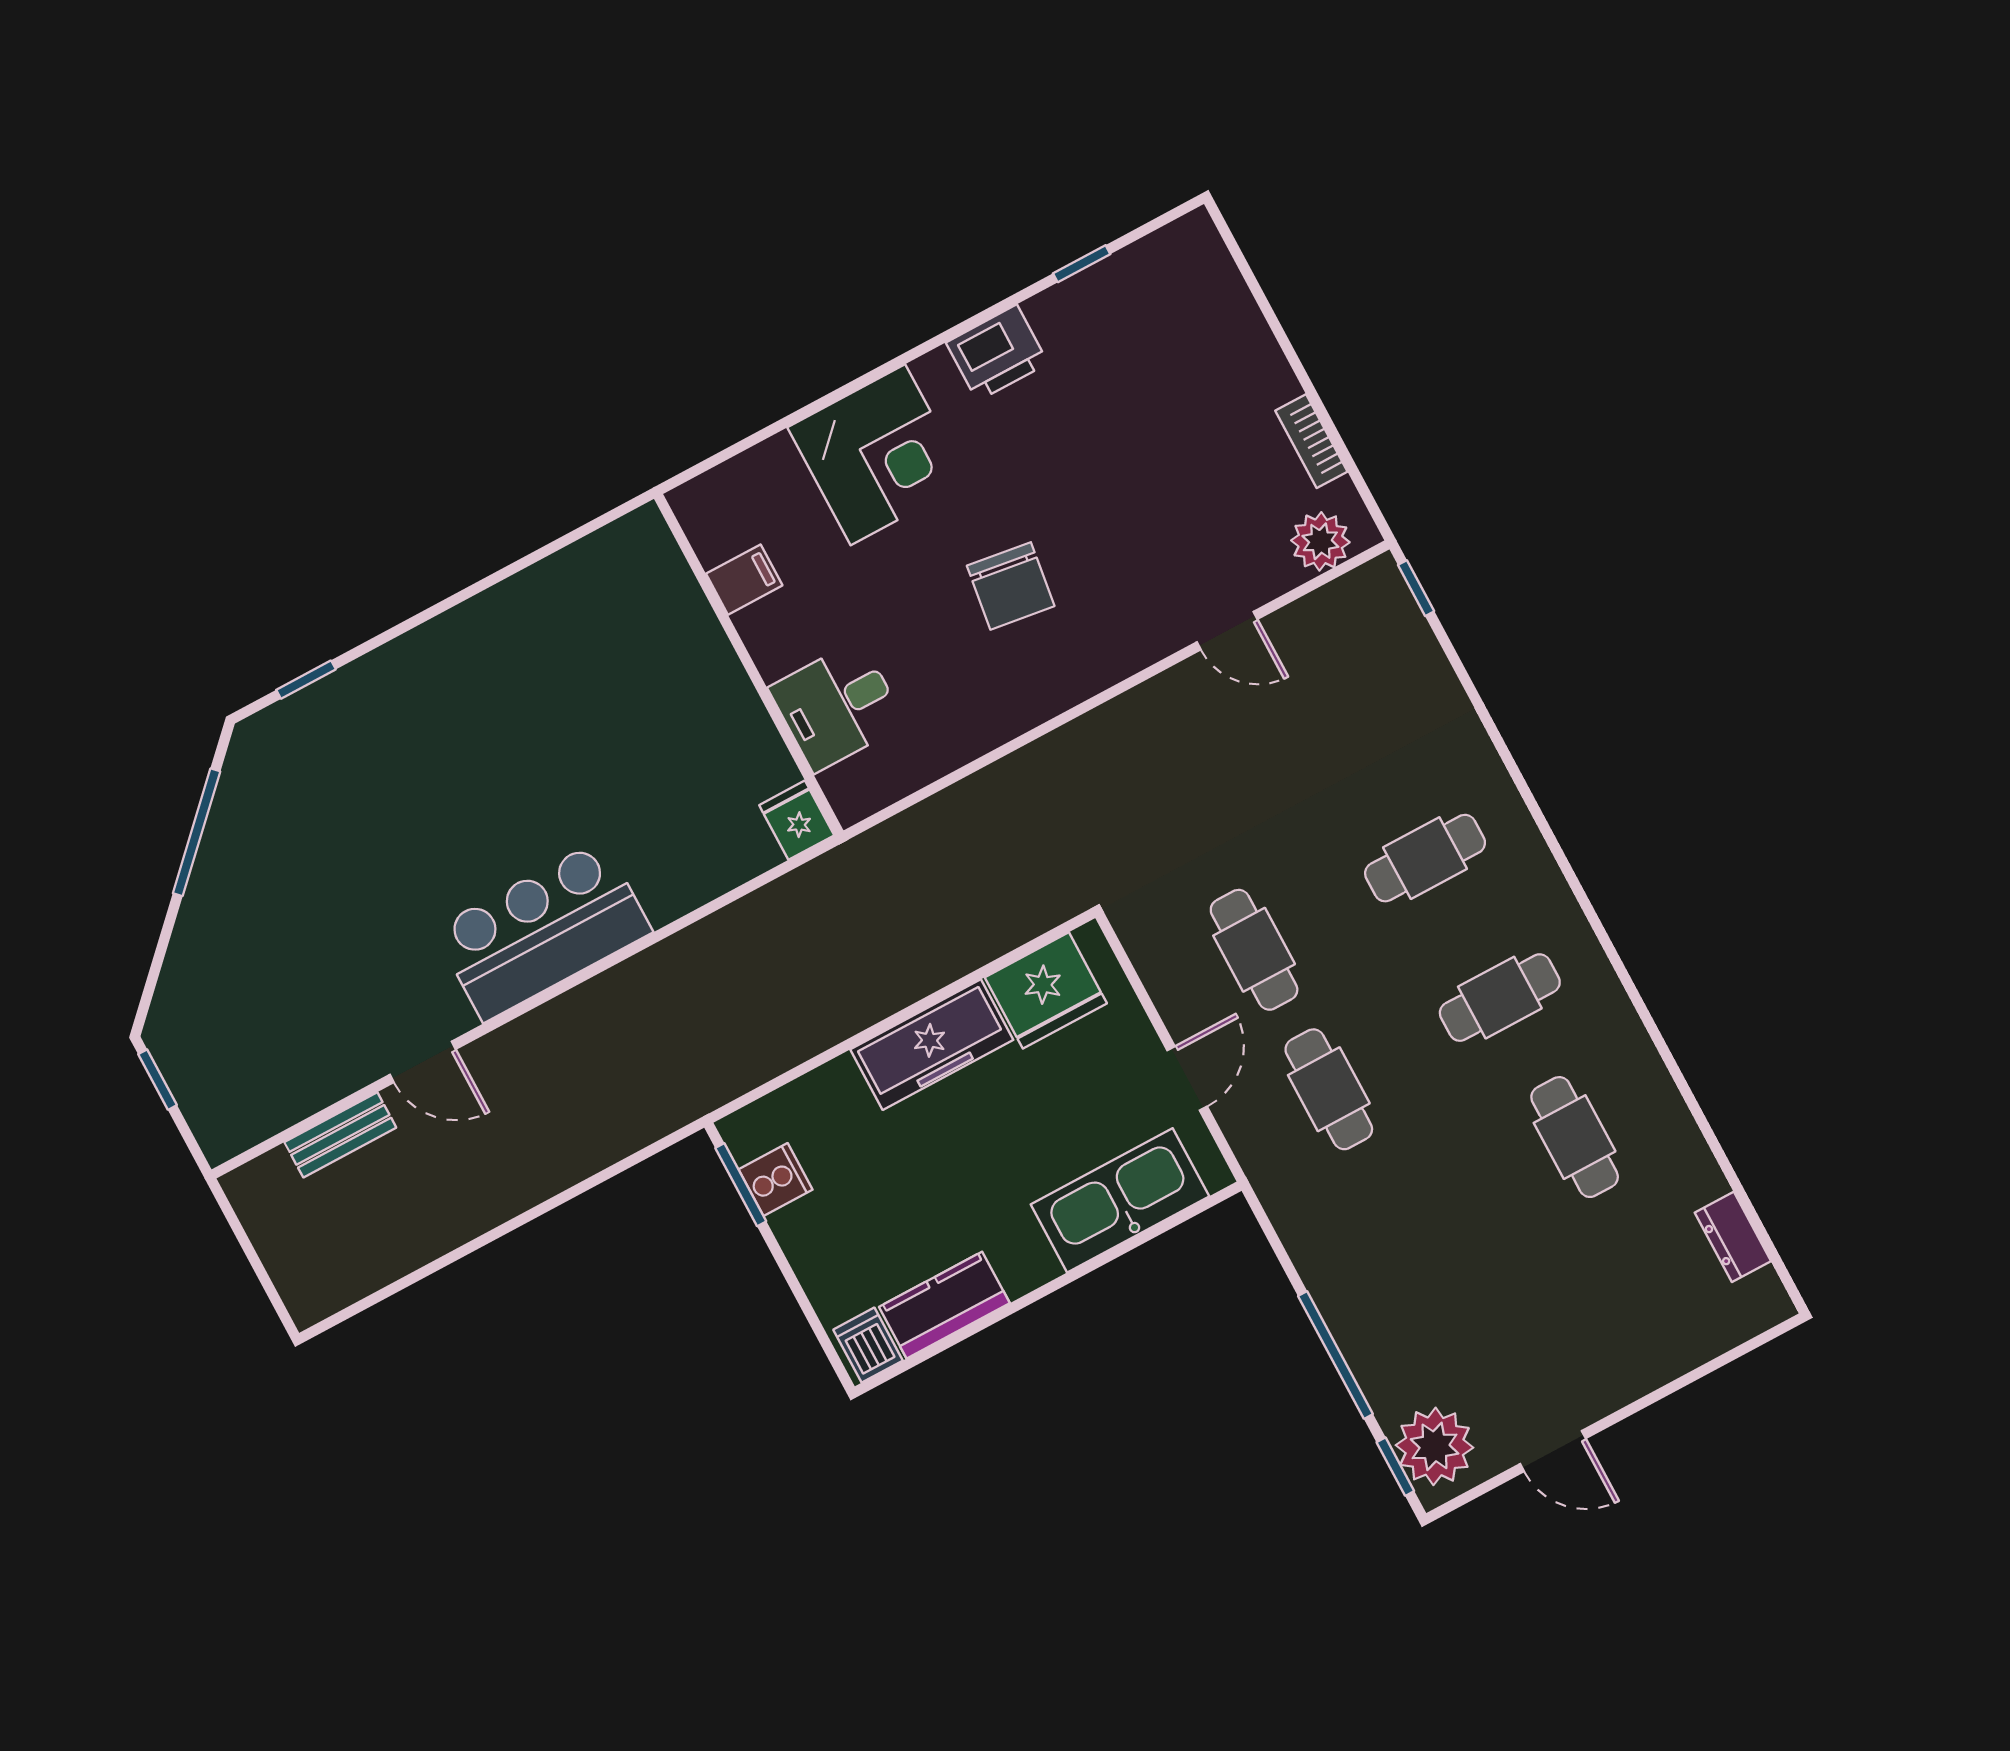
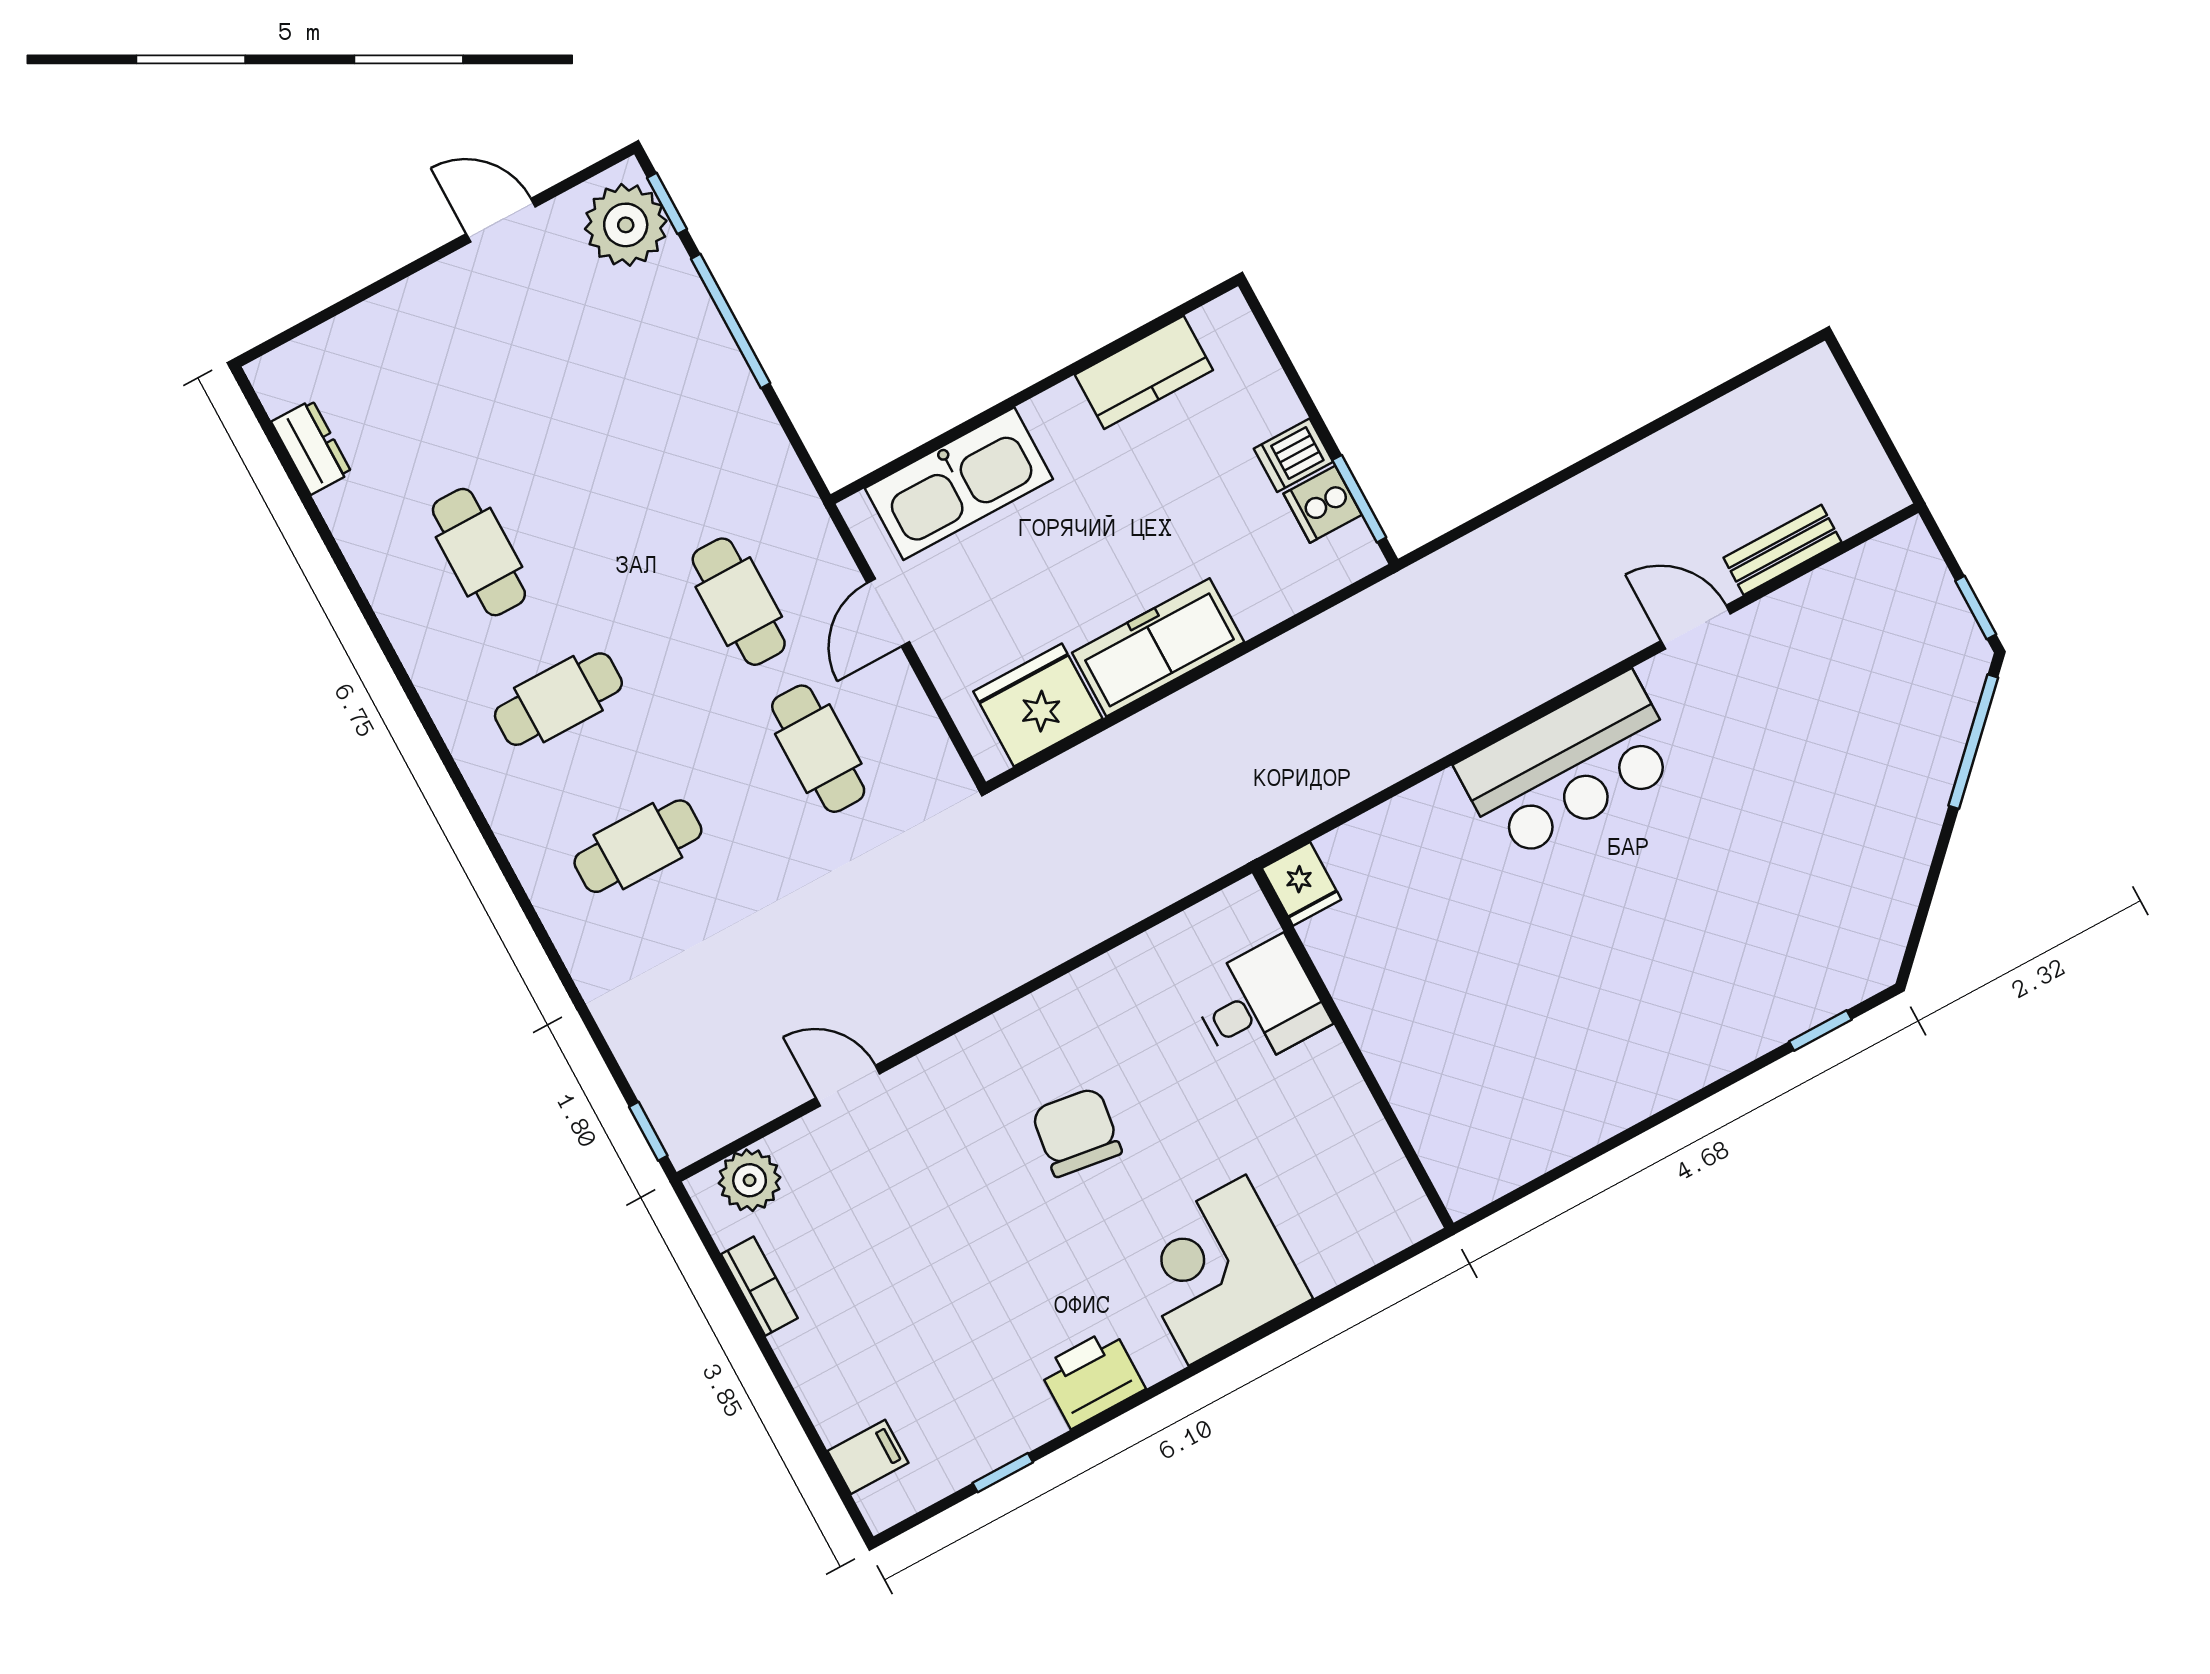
filing cabinet: (744, 580) -> (868, 1457), moved, turned 180
window: (197, 832) -> (1973, 742), moved
dishwasher: (868, 1345) -> (1293, 455), moved, turned 90

